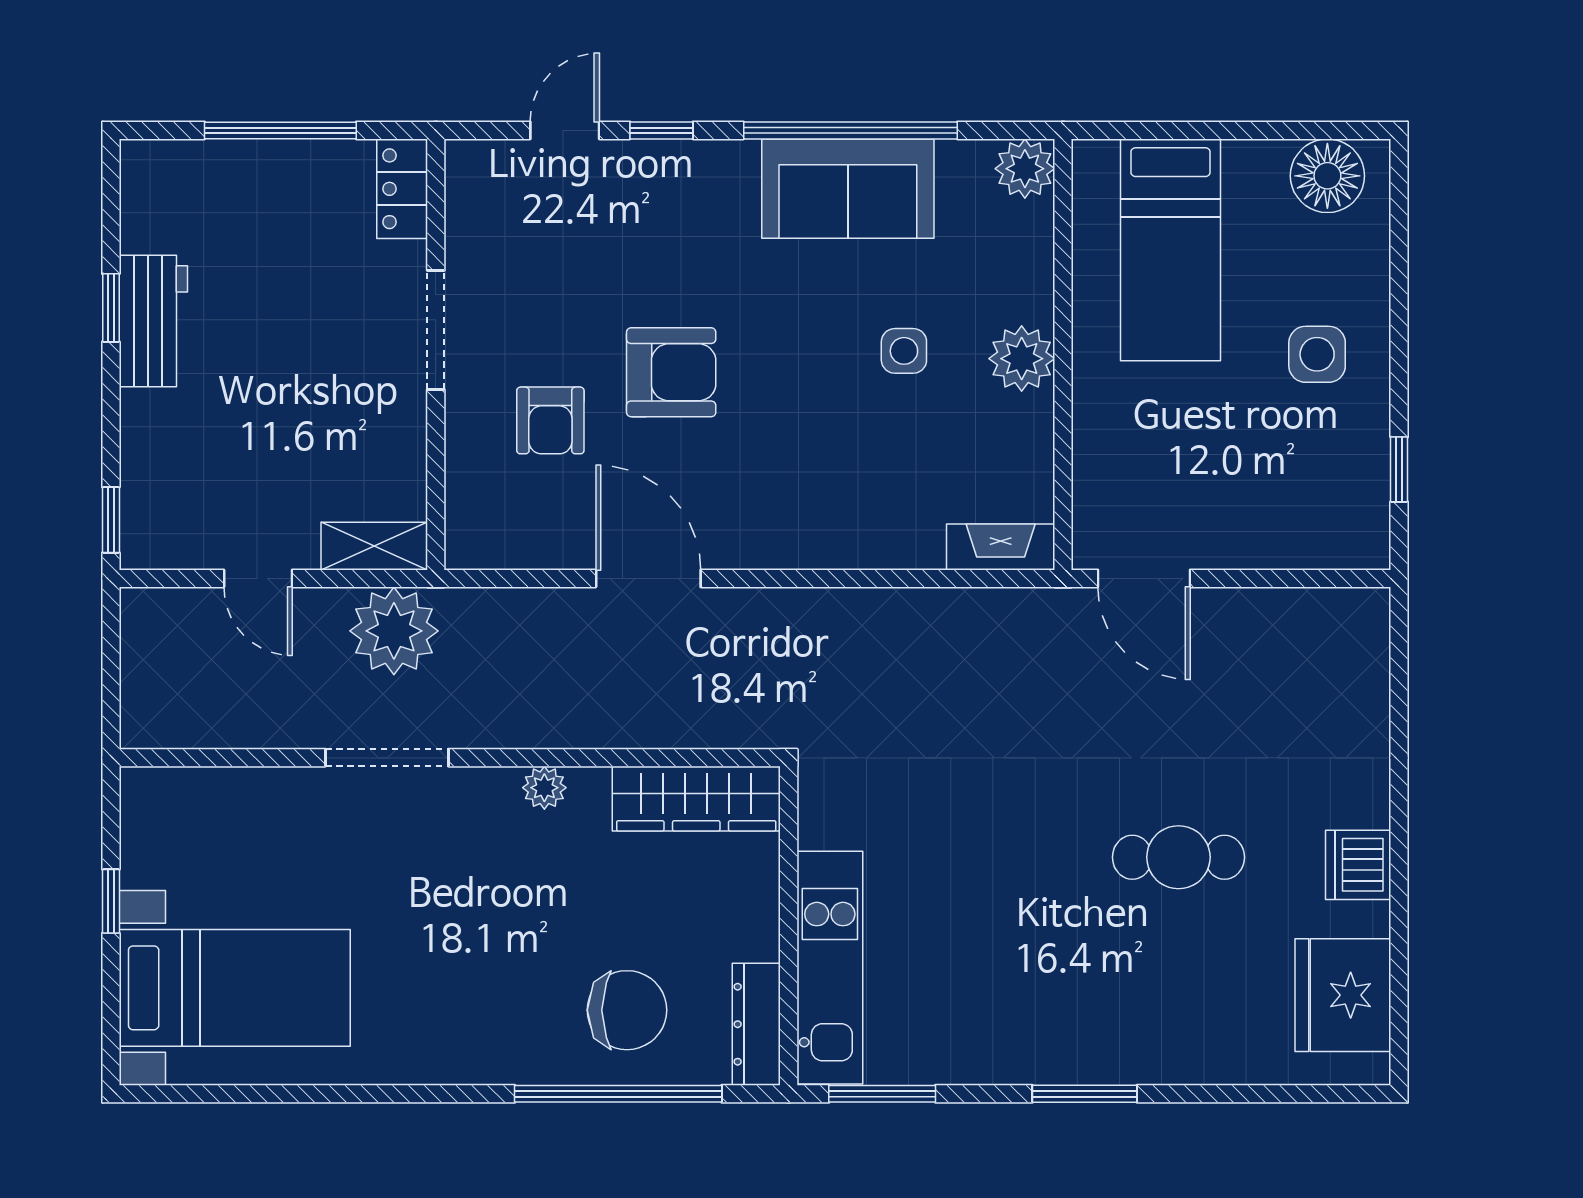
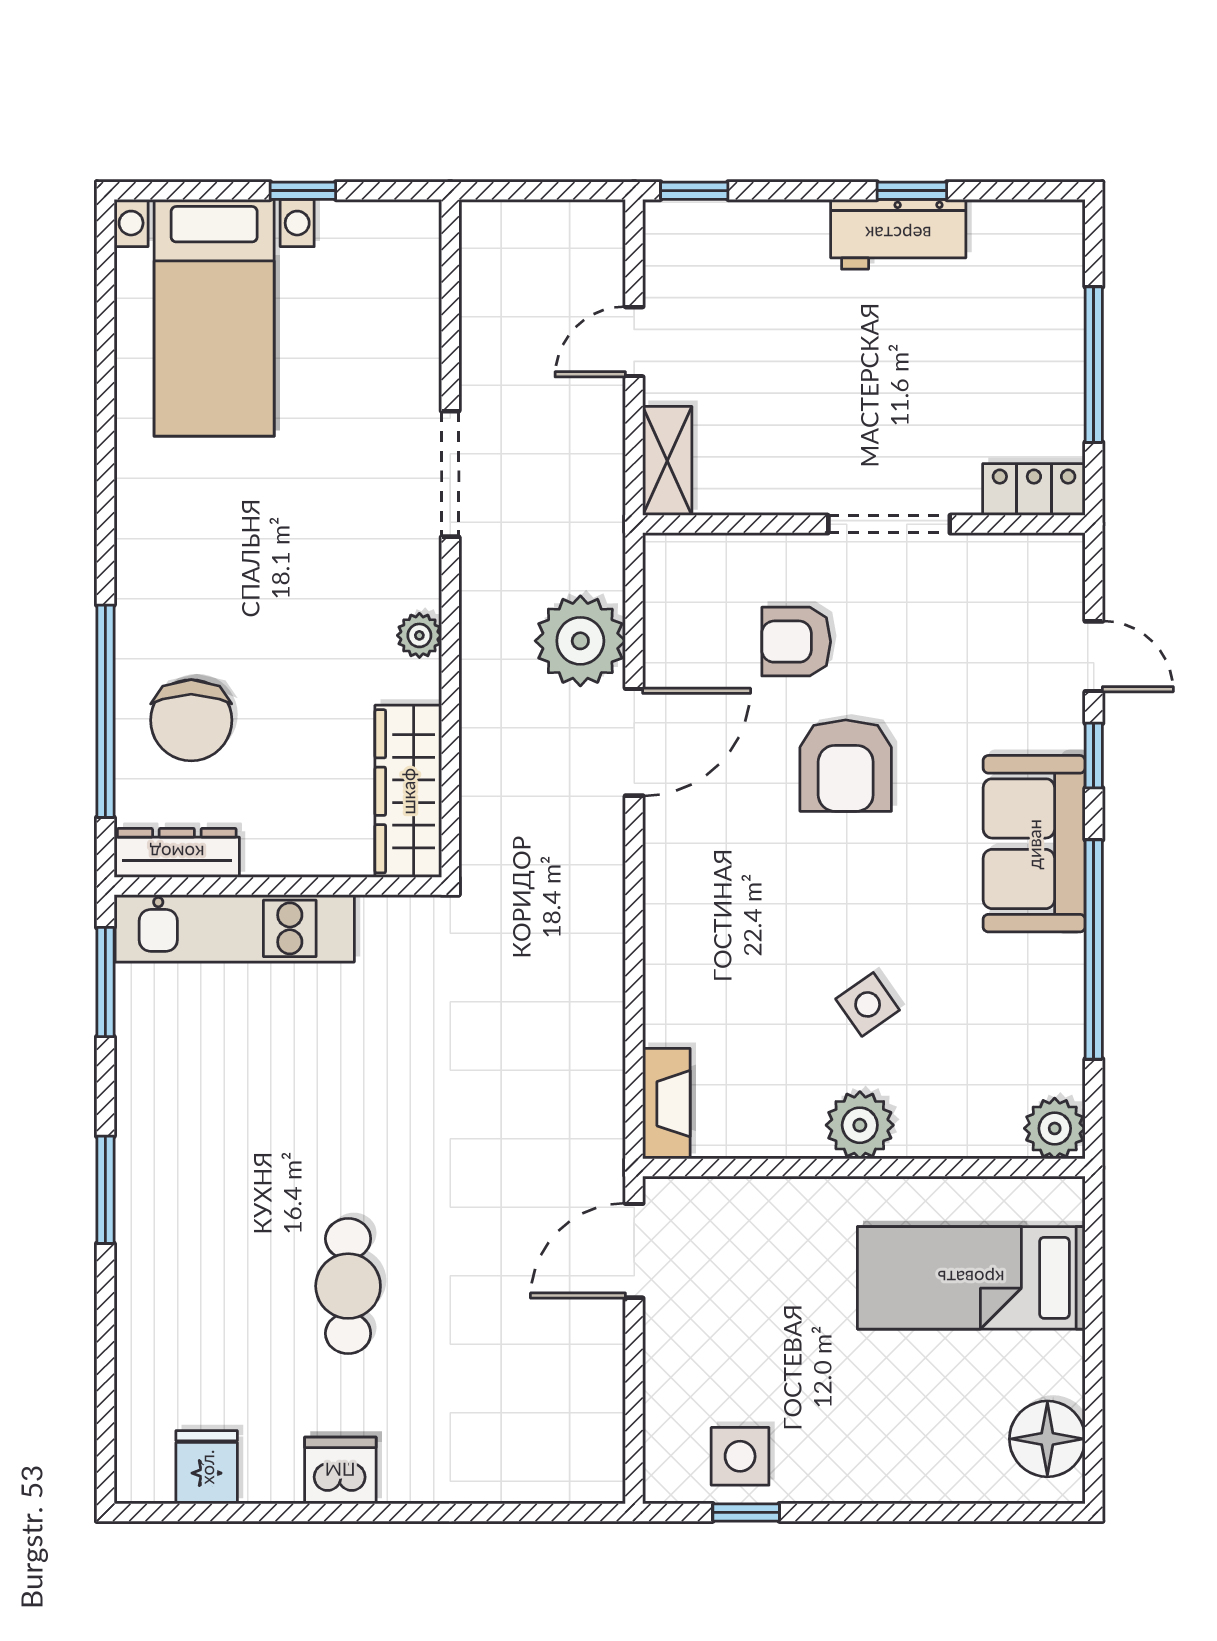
sofa: (848, 189) -> (1034, 844), moved
side table: (904, 351) -> (868, 1004), turned -35
side table: (1317, 354) -> (740, 1456), moved
plant: (394, 631) -> (580, 641), moved
fridge: (1343, 995) -> (207, 1467), width x0.53, depth x0.75

